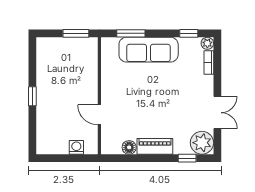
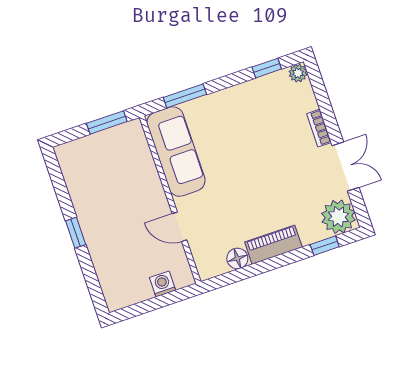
sofa: (149, 50) -> (176, 152), moved, turned -90
bookcase: (209, 63) -> (319, 128), moved

